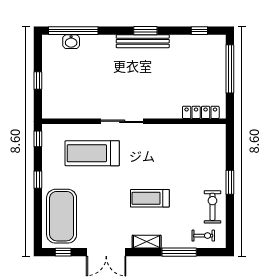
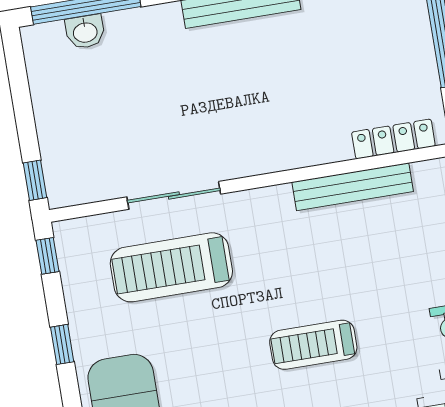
window: (38, 81) -> (35, 180), moved
sliding door: (122, 121) -> (174, 195), moved
bench: (179, 131) -> (353, 187), added

